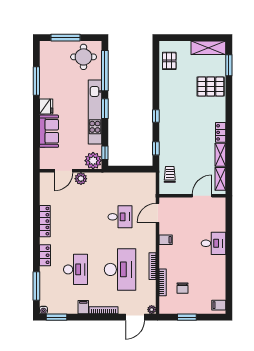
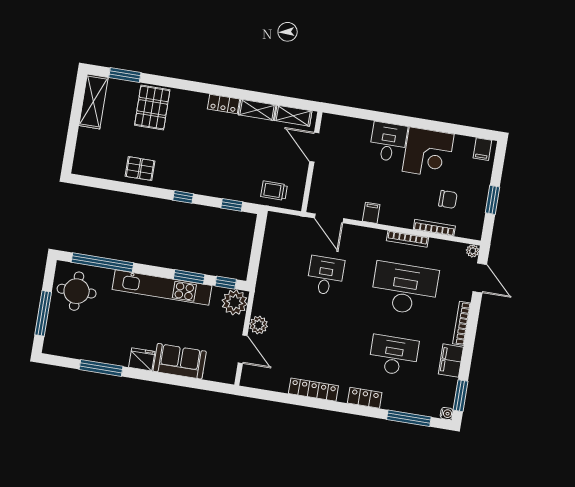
pallet: (169, 61) -> (140, 169), moved
window: (105, 109) -> (189, 277), moved
corner desk: (211, 270) -> (428, 153), added
filing cabinet: (83, 307) -> (451, 361), width x2.00

